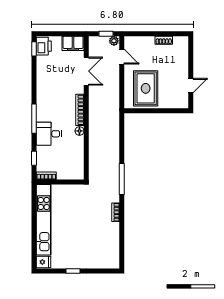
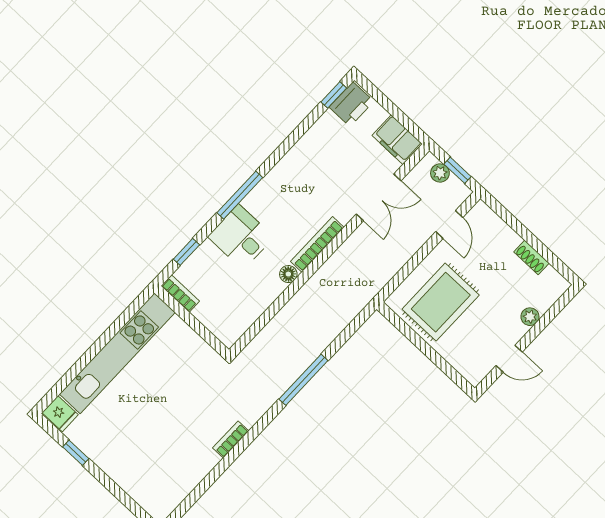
plant: (114, 41) -> (440, 173), moved
plant: (184, 63) -> (530, 317), added
window: (122, 179) -> (303, 380), moved
window: (73, 271) -> (76, 453), moved

